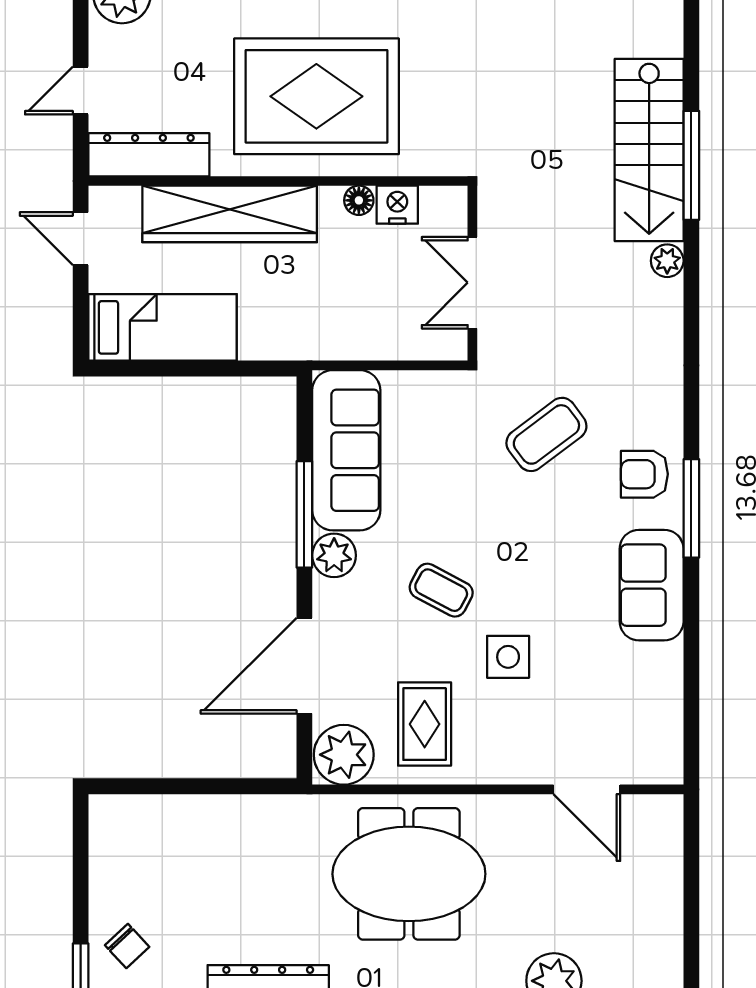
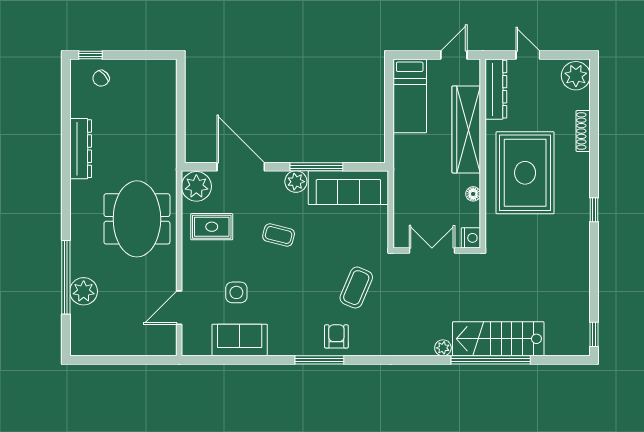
window: (691, 165) -> (491, 360), width x1.46
nightstand: (397, 205) -> (471, 238), moved
coffee table: (546, 434) -> (356, 288), turned 60
sofa: (652, 585) -> (240, 340), moved
coffee table: (441, 590) -> (279, 235), turned 76
side table: (508, 657) -> (236, 292), moved

